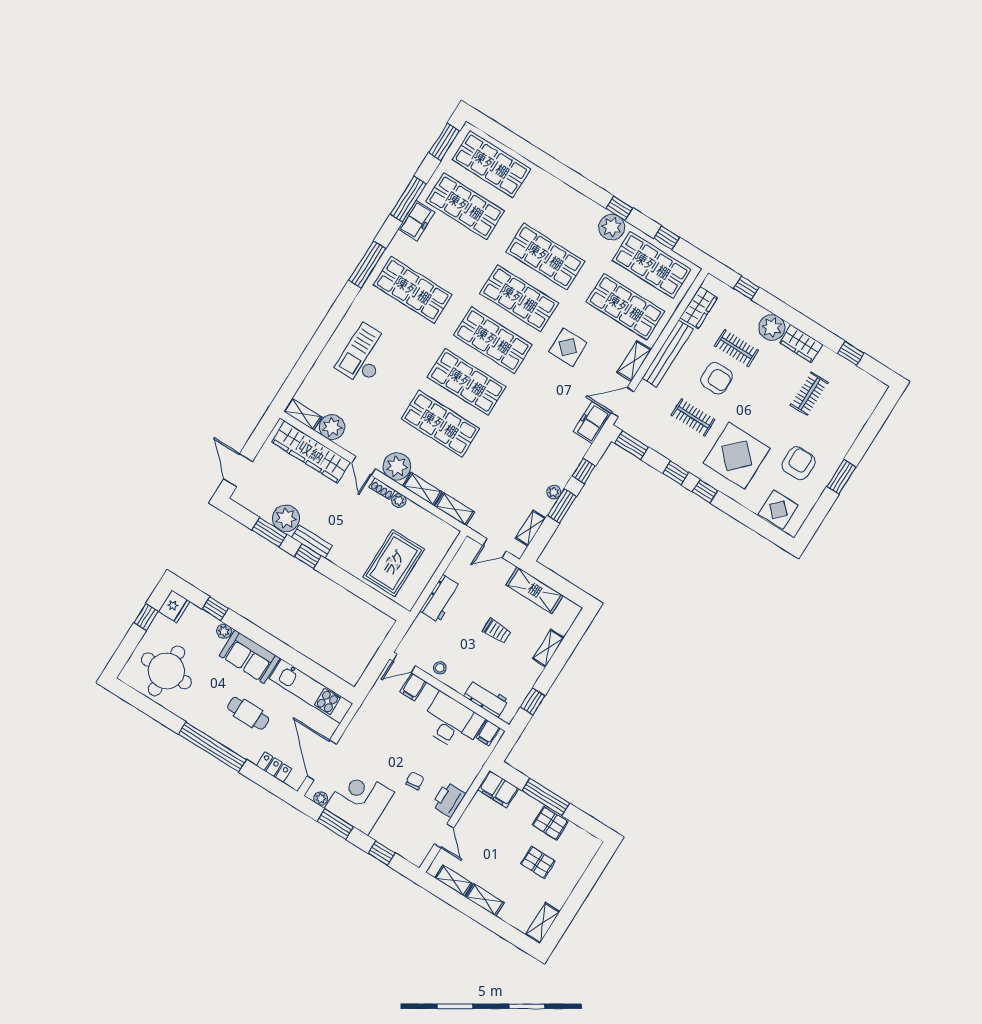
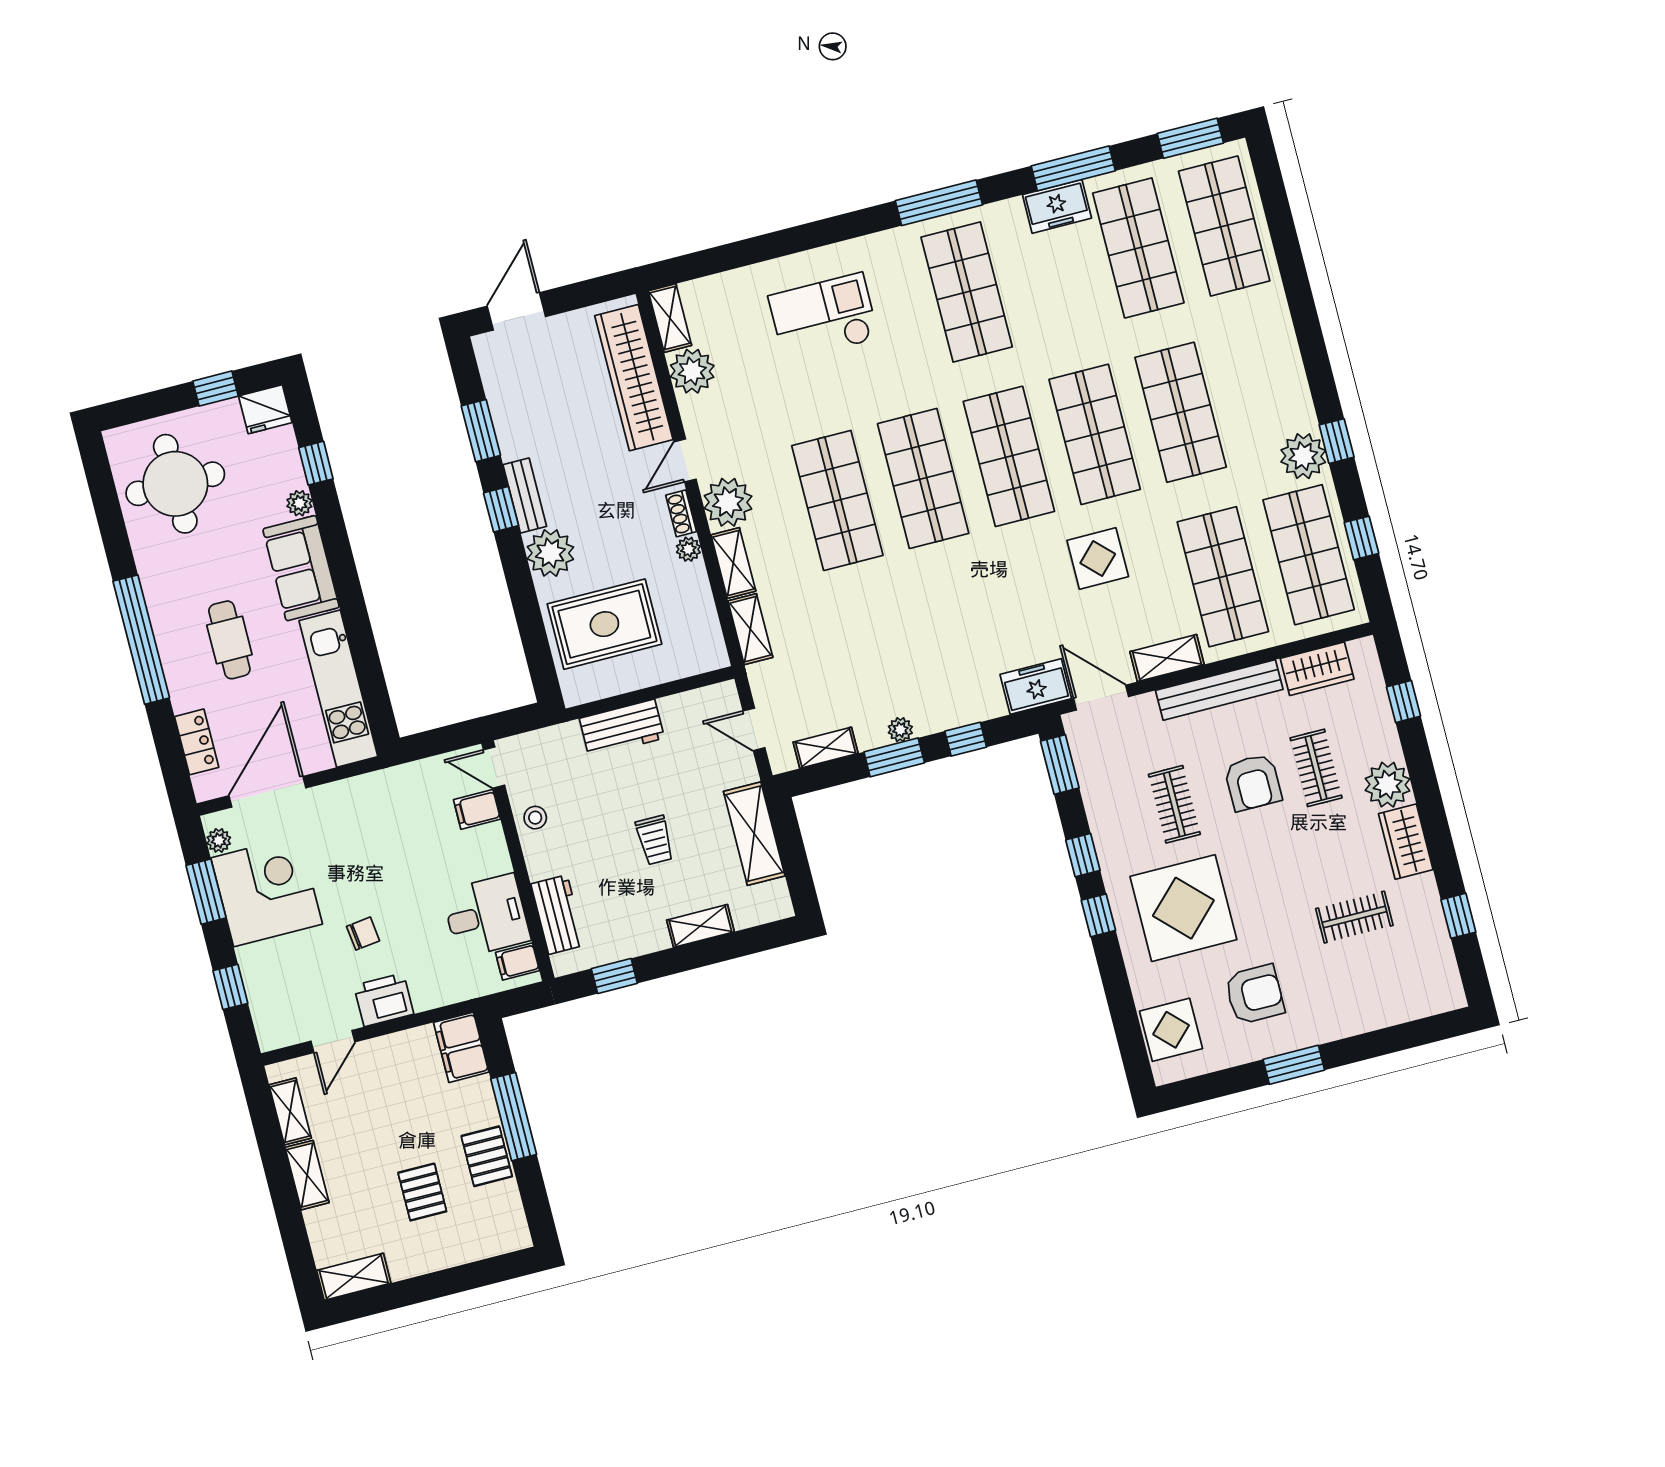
plant: (286, 518) -> (550, 553), moved
desk: (452, 722) -> (486, 916), width x0.73

